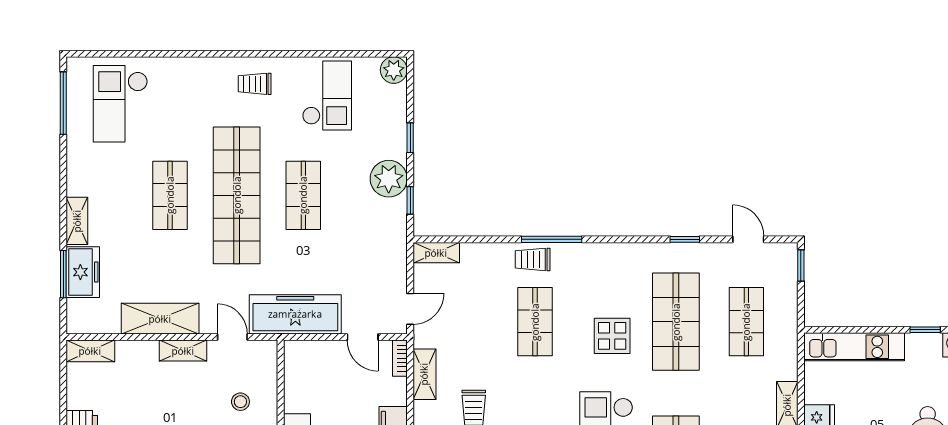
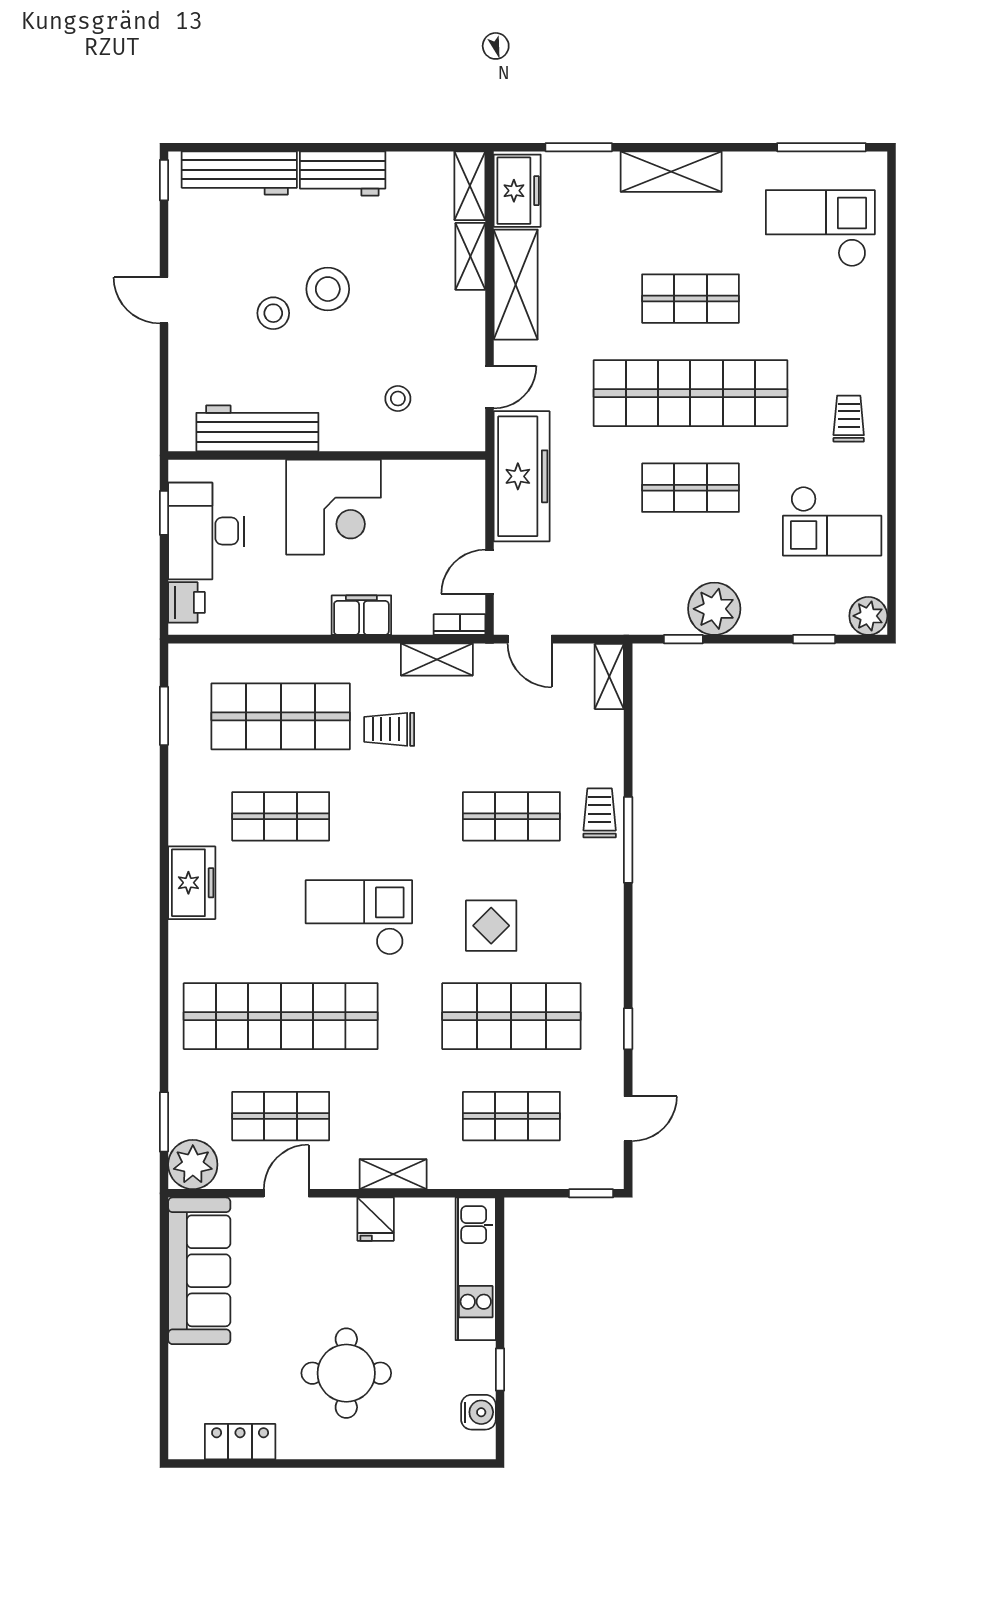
window: (410, 138) -> (814, 639), moved
shelving: (77, 221) -> (671, 172), width x1.50, depth x1.33
freezer: (83, 272) -> (517, 191), moved, turned -90
shelving: (183, 351) -> (470, 256), moved

